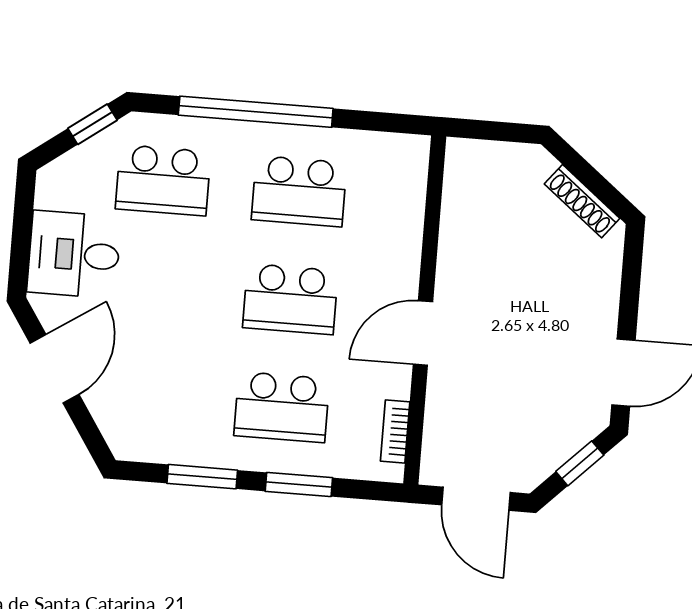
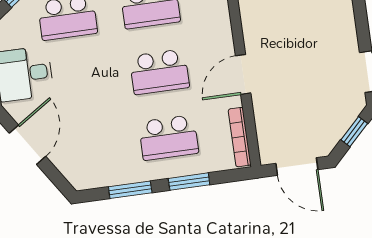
bookcase: (395, 431) -> (240, 137), width x1.56

